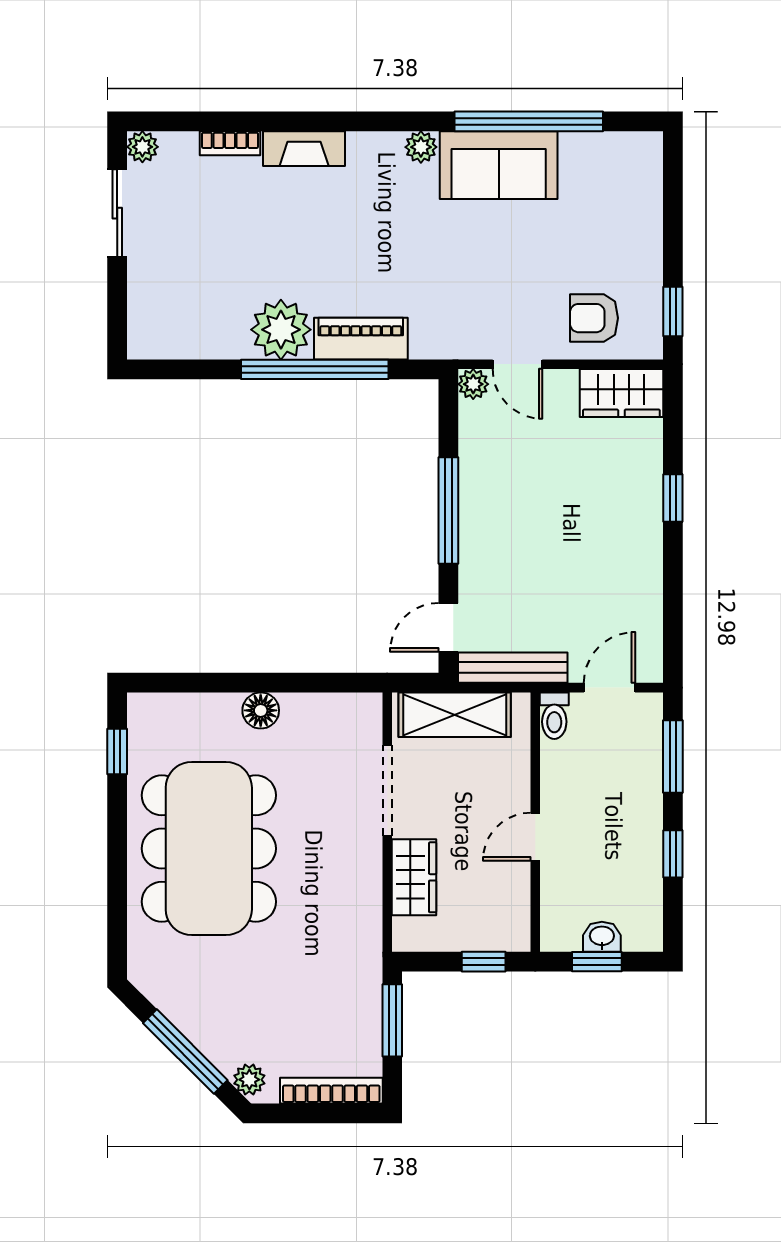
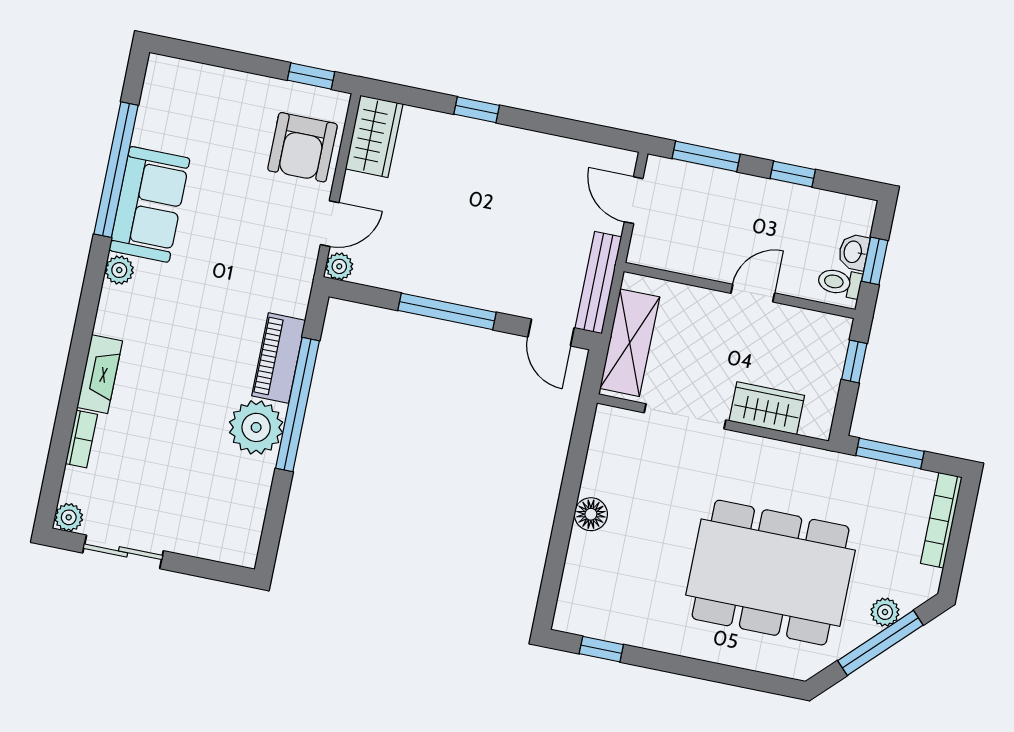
armchair: (594, 318) -> (303, 147), width x1.38, depth x1.38
toilet: (554, 716) -> (840, 283), moved, turned 180
door: (535, 837) -> (753, 293), swing flipped
dining table: (209, 849) -> (771, 573), moved
plant: (249, 1080) -> (885, 612), moved

